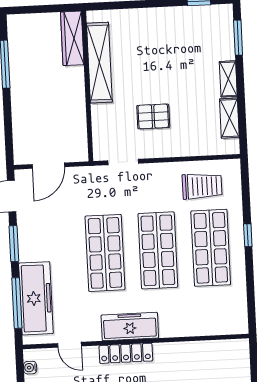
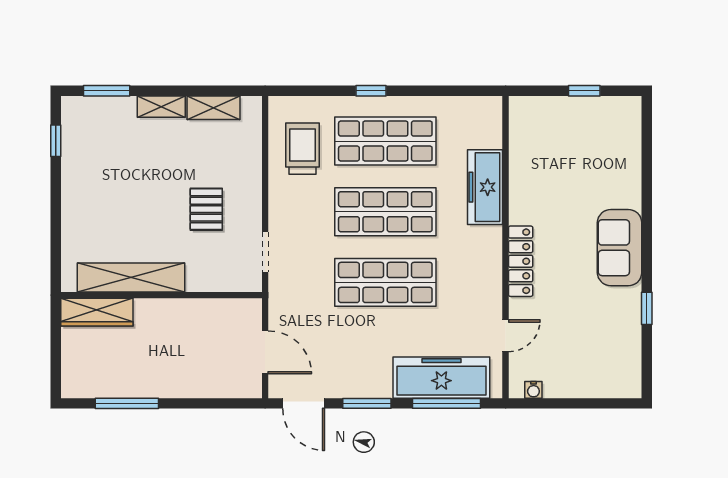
freezer: (130, 326) -> (485, 187), moved

